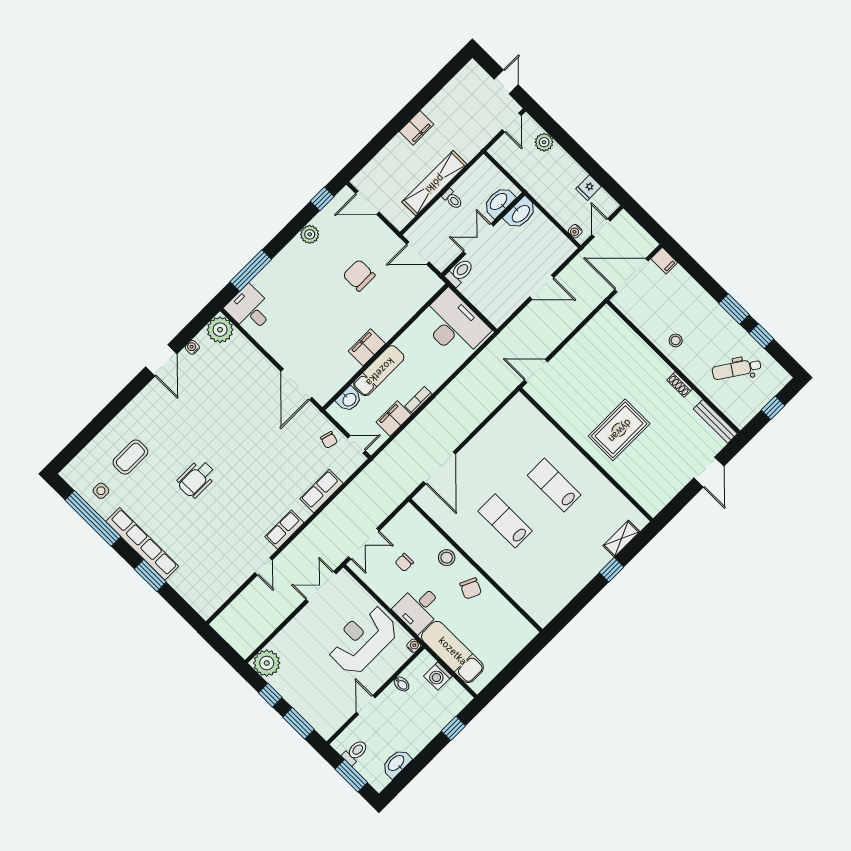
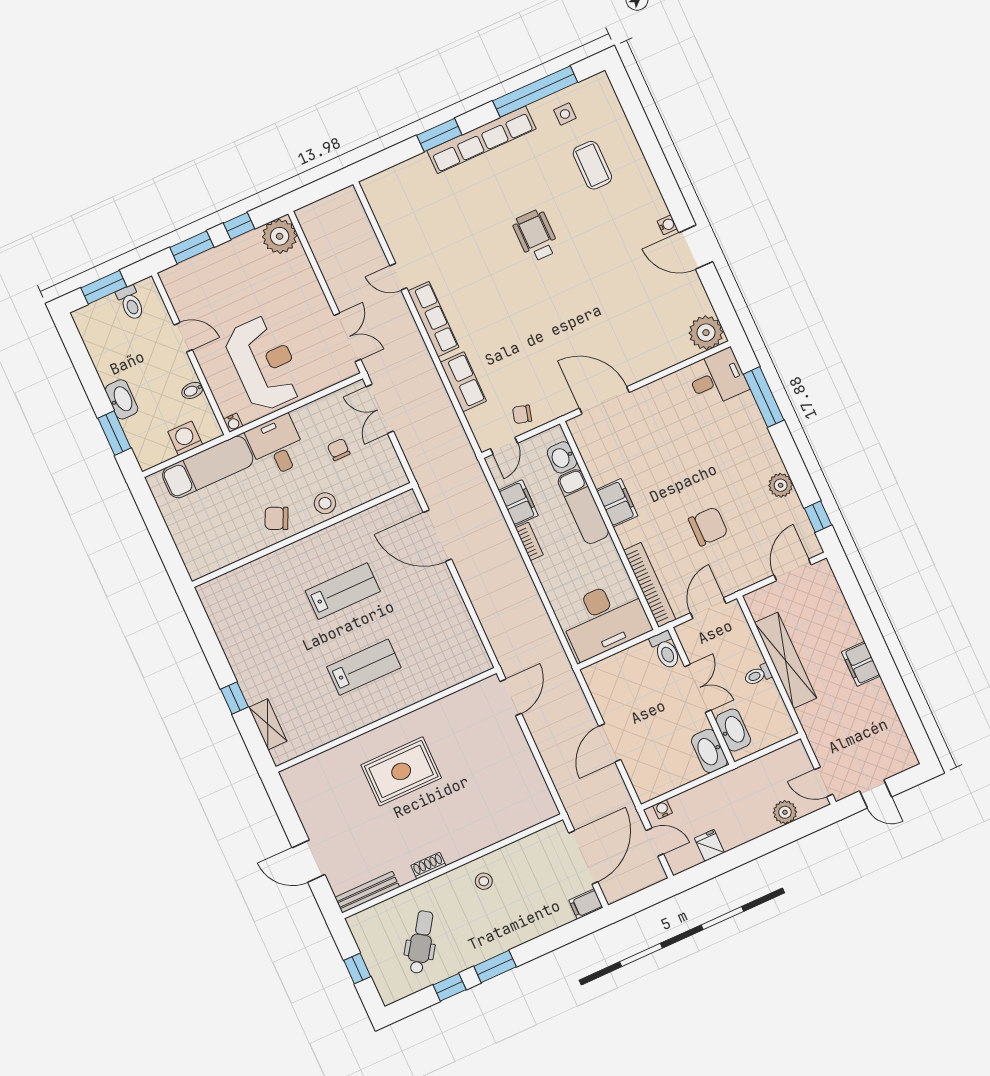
bookcase: (417, 301) -> (650, 585), added
water cooler: (192, 347) -> (667, 225), moved
rug: (619, 430) -> (401, 771), turned 90
row of seats: (284, 530) -> (433, 319), width x1.48
window: (453, 728) -> (114, 433), width x1.50
washbasin: (396, 763) -> (122, 399), moved

